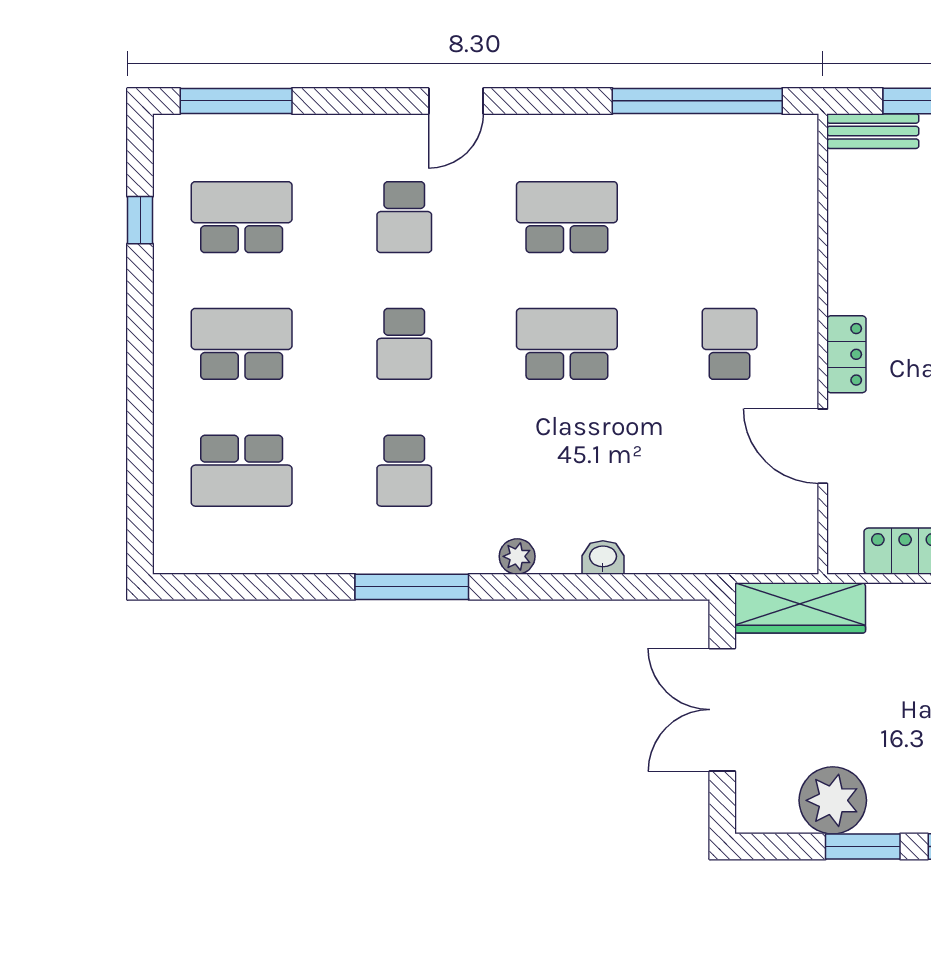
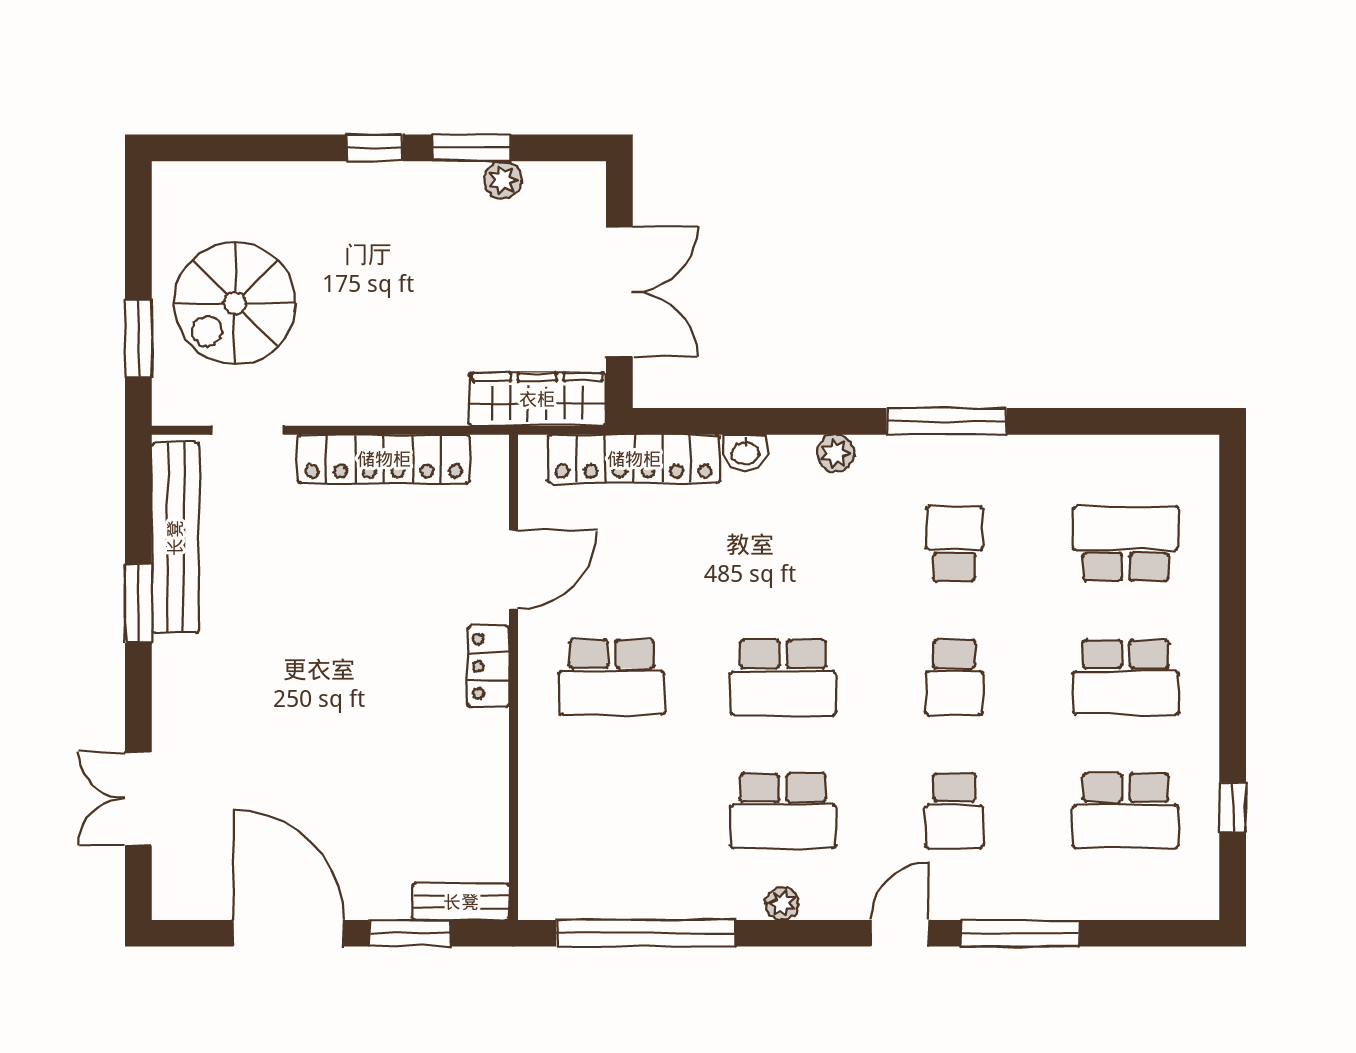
window: (236, 101) -> (1020, 933), moved
plant: (568, 129) -> (782, 903), added
school desk: (404, 217) -> (954, 811), turned 180
school desk: (404, 344) -> (954, 677), turned 180
school desk: (730, 344) -> (612, 677), width x1.85
door: (823, 446) -> (513, 570), hinge flipped
locker: (709, 551) -> (634, 459), added
plant: (833, 800) -> (503, 180), width x0.53, depth x0.53

